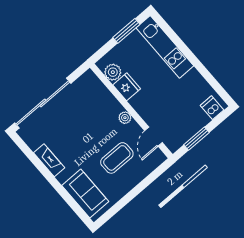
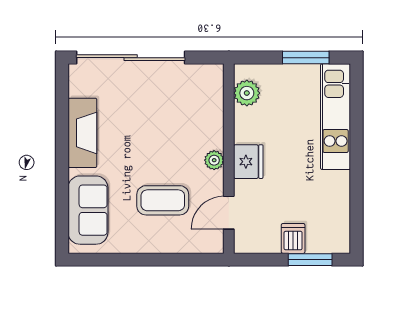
fridge: (127, 87) -> (248, 162), moved
dishwasher: (212, 108) -> (293, 238), moved
window: (197, 139) -> (310, 260), moved
fireplace: (49, 160) -> (82, 133), width x1.37, depth x1.32

